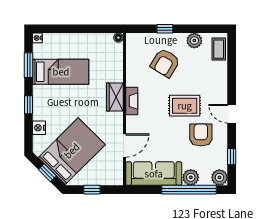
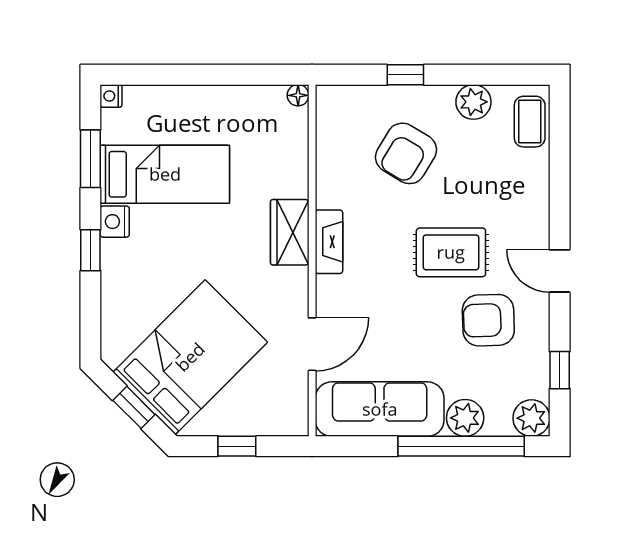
nightstand: (39, 128) -> (115, 222), moved
armchair: (201, 135) -> (488, 320), turned -92

